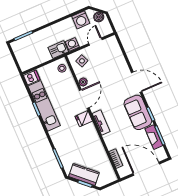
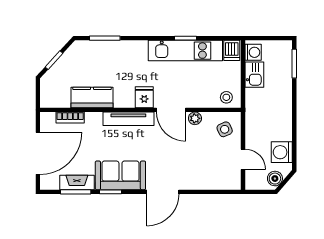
washing machine: (72, 44) -> (253, 52), moved
kitchen sink: (58, 50) -> (254, 75), moved
tv unit: (101, 123) -> (128, 119), width x1.41
kitchen counter: (84, 175) -> (92, 97), moved, turned -133

